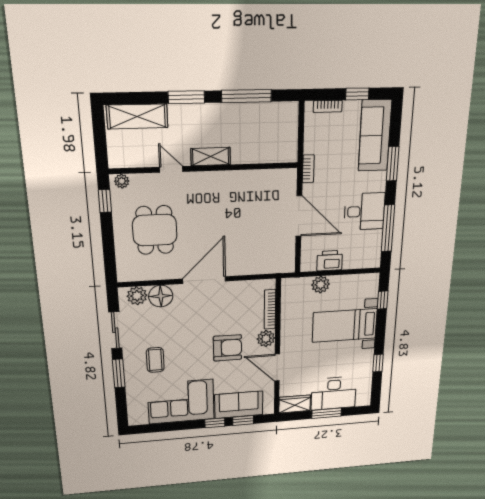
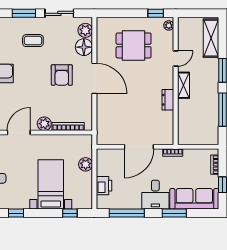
dresser: (233, 178) -> (168, 100), added
desk: (364, 211) -> (155, 195), moved
printer: (330, 261) -> (104, 186), moved
armchair: (228, 348) -> (62, 75), moved

